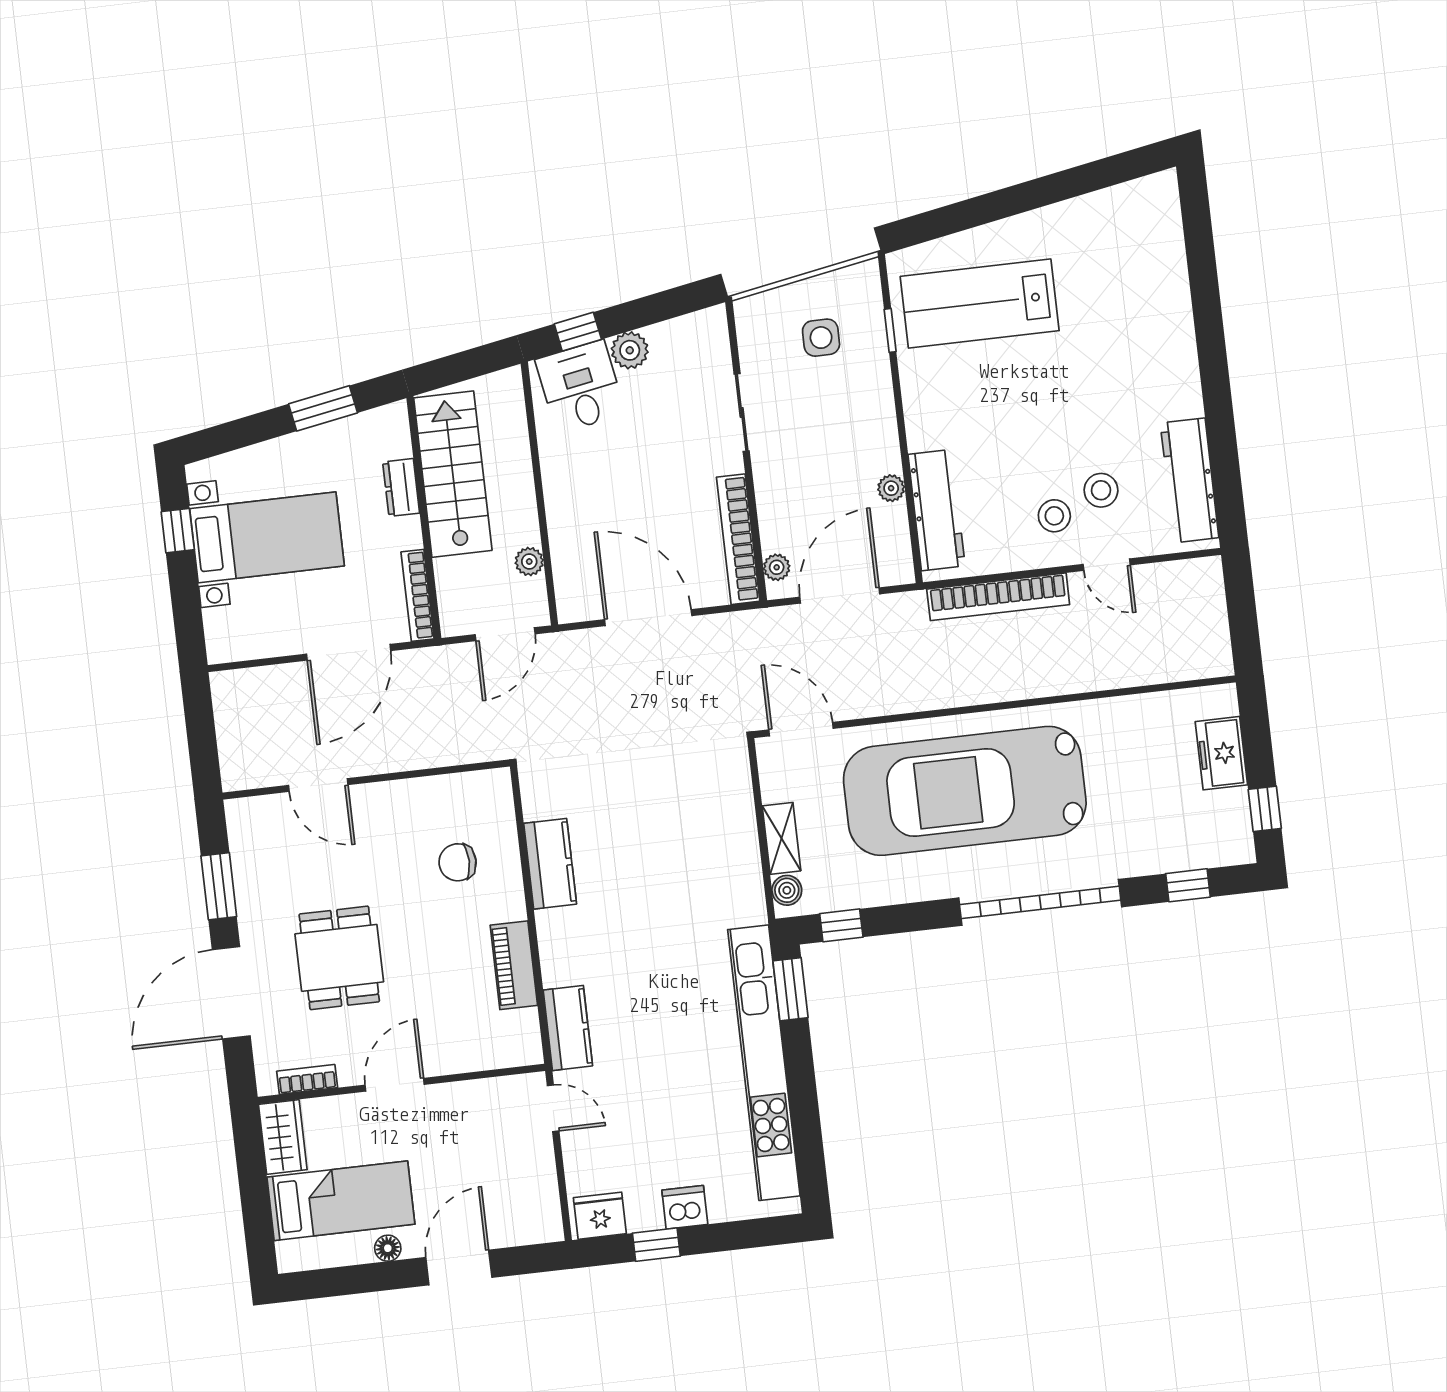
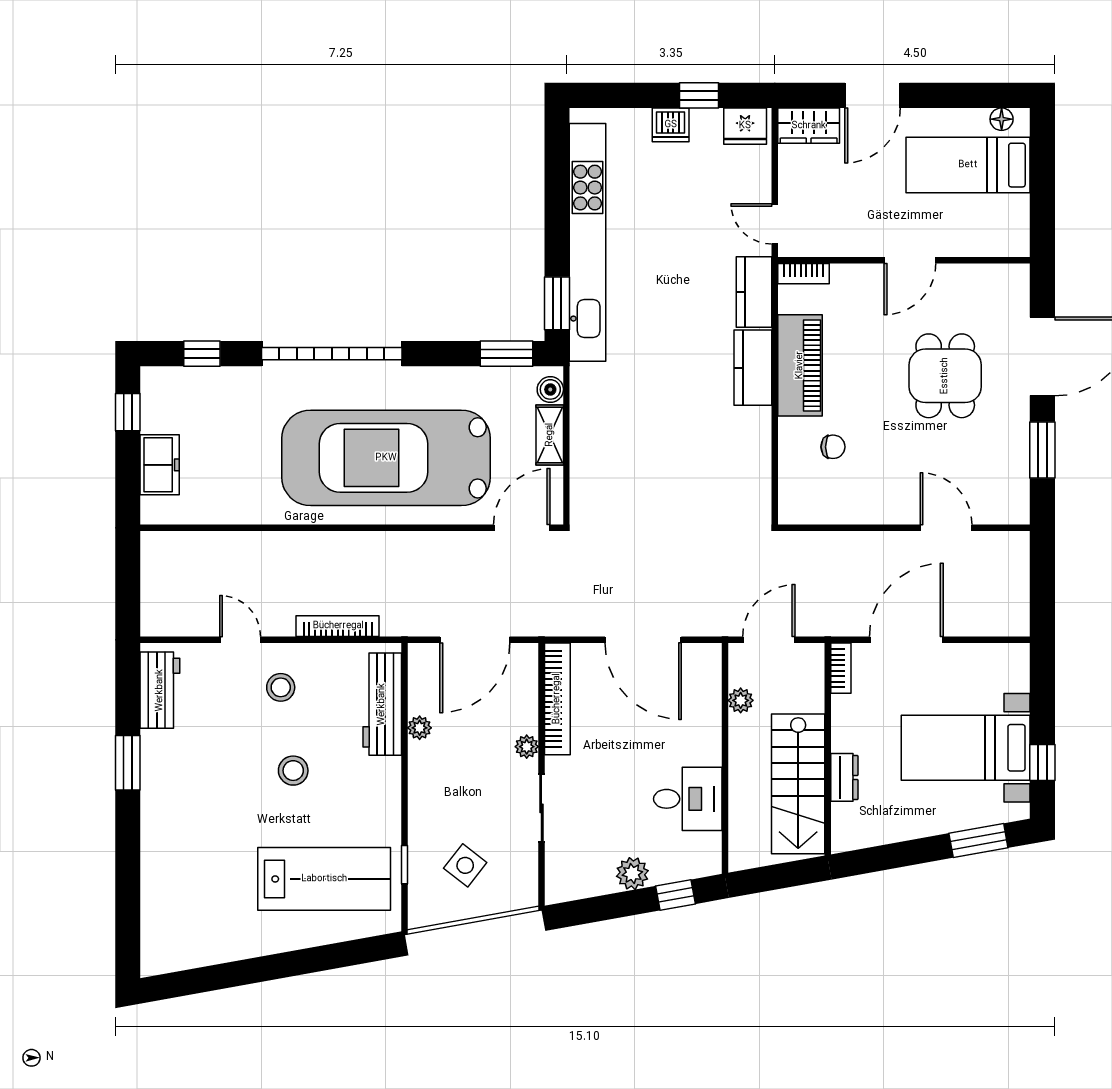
side table: (821, 338) -> (465, 865), turned 38
desk: (580, 387) -> (688, 799), moved, turned -80
window: (323, 408) -> (978, 841), moved
window: (1219, 410) -> (128, 763), added
workbench: (1190, 480) -> (160, 690), width x0.73
stool: (1101, 490) -> (293, 771), moved
plant: (777, 567) -> (527, 747), moved
bookcase: (418, 595) -> (841, 668), width x0.64
bookcase: (998, 597) -> (338, 626), width x0.68, depth x0.76
door: (801, 729) -> (522, 528), swing flipped
car: (965, 791) -> (386, 458), turned 180
chair: (458, 862) -> (833, 447), width x0.73, depth x0.73
kitchen counter: (550, 864) -> (753, 368), moved
window: (841, 925) -> (507, 354), width x1.50
piano: (514, 965) -> (800, 365), width x1.37, depth x1.33
bookcase: (307, 1079) -> (804, 274), moved
wardrobe: (283, 1137) -> (809, 126), moved, turned -90
floor lamp: (388, 1248) -> (1002, 119), moved

